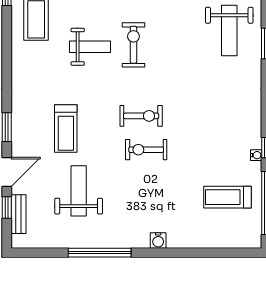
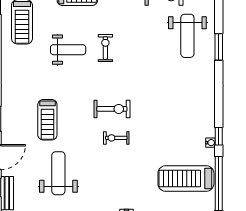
exercise bike: (133, 45) -> (105, 48), width x0.73, depth x0.72
exercise bike: (146, 150) -> (116, 138), width x0.73, depth x0.72
treadmill: (227, 197) -> (186, 178), width x1.37, depth x1.38

